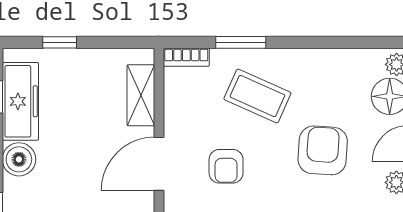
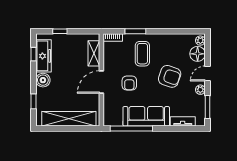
coffee table: (257, 96) -> (142, 54), turned 66
armchair: (323, 150) -> (170, 76), turned 105

